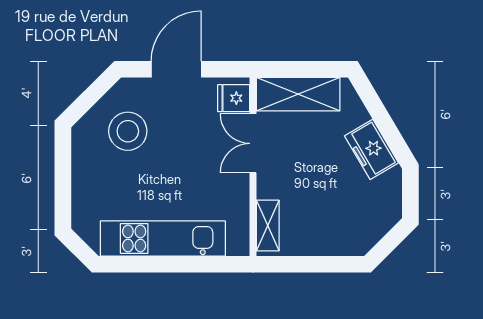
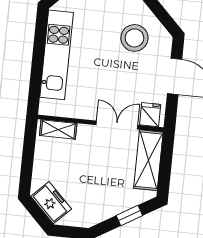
window: (379, 113) -> (129, 215), added
freezer: (371, 149) -> (51, 203), moved, turned 76

